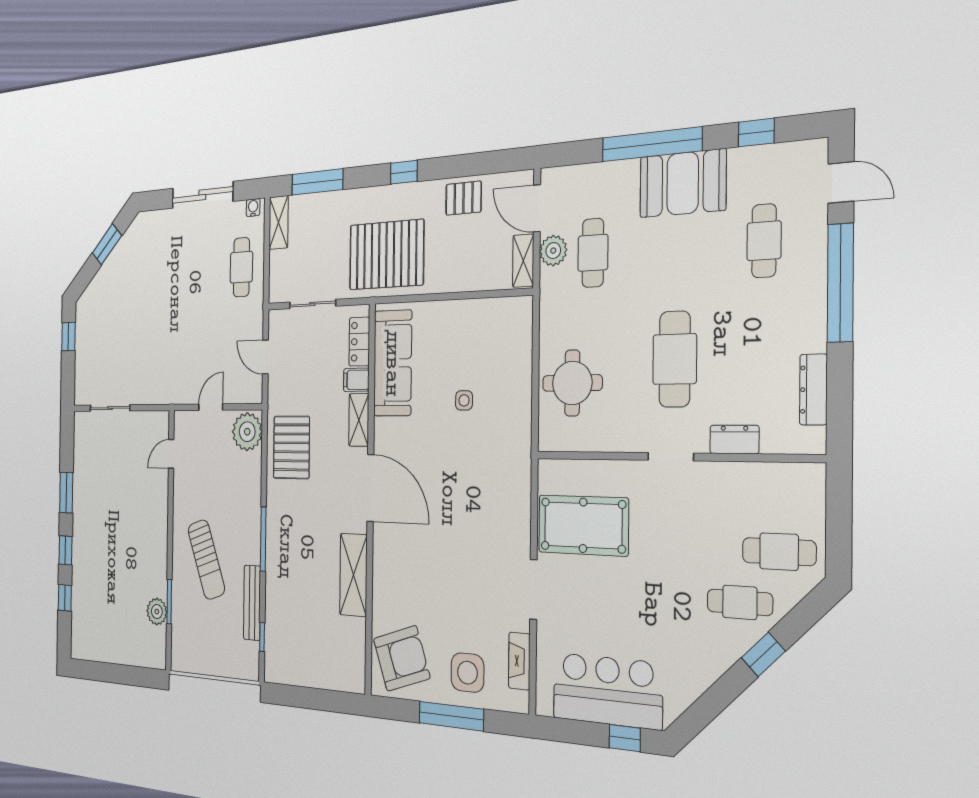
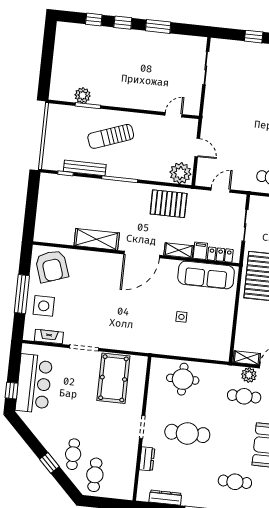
door: (171, 454) -> (173, 115), hinge flipped

